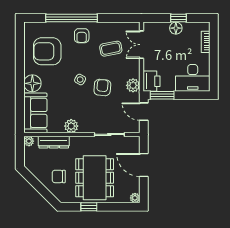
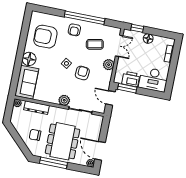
window: (72, 18) -> (85, 18), moved
window: (178, 18) -> (137, 28), moved
double door: (141, 45) -> (119, 46), swing flipped
printer: (151, 81) -> (131, 79), moved, turned -90
plant: (133, 85) -> (109, 65), moved
plant: (71, 126) -> (64, 100), moved
door: (144, 165) -> (100, 151), moved
window: (89, 207) -> (54, 163), width x2.17

